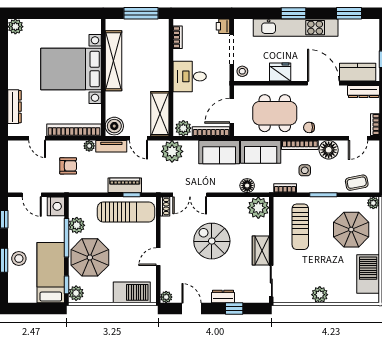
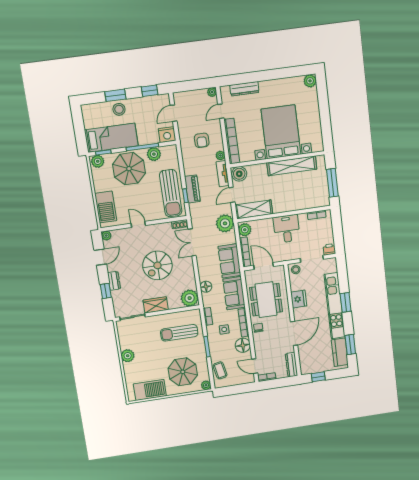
kitchen counter: (358, 72) -> (340, 352), moved, turned 180
plant: (13, 146) -> (212, 92), added
spiral stairs: (212, 241) -> (157, 265), turned 180

